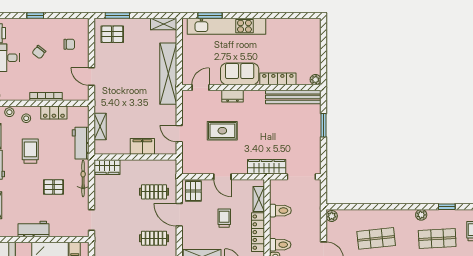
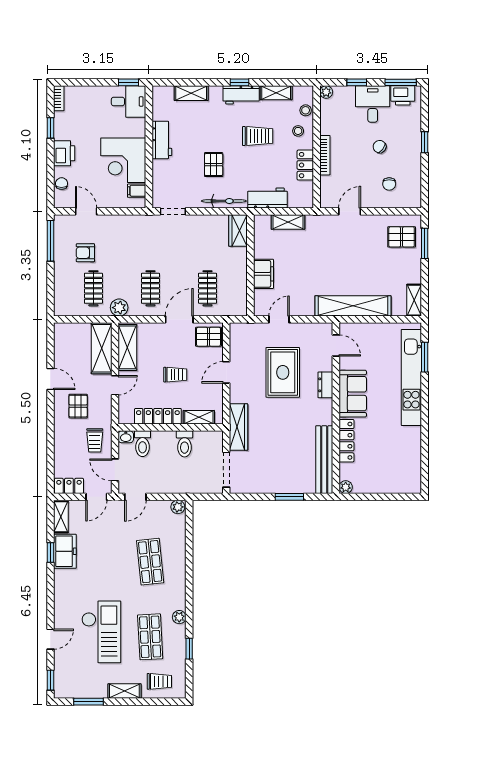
pallet: (112, 34) -> (402, 237), turned 90
rug: (222, 131) -> (283, 372), width x1.36, depth x1.43

